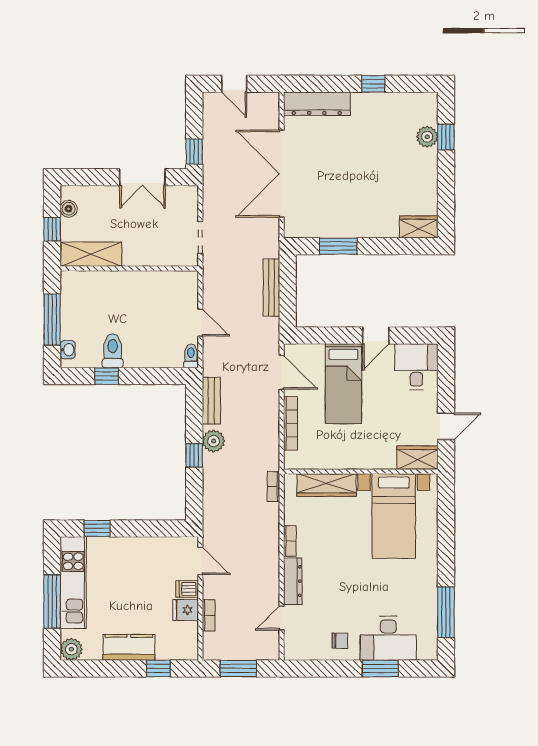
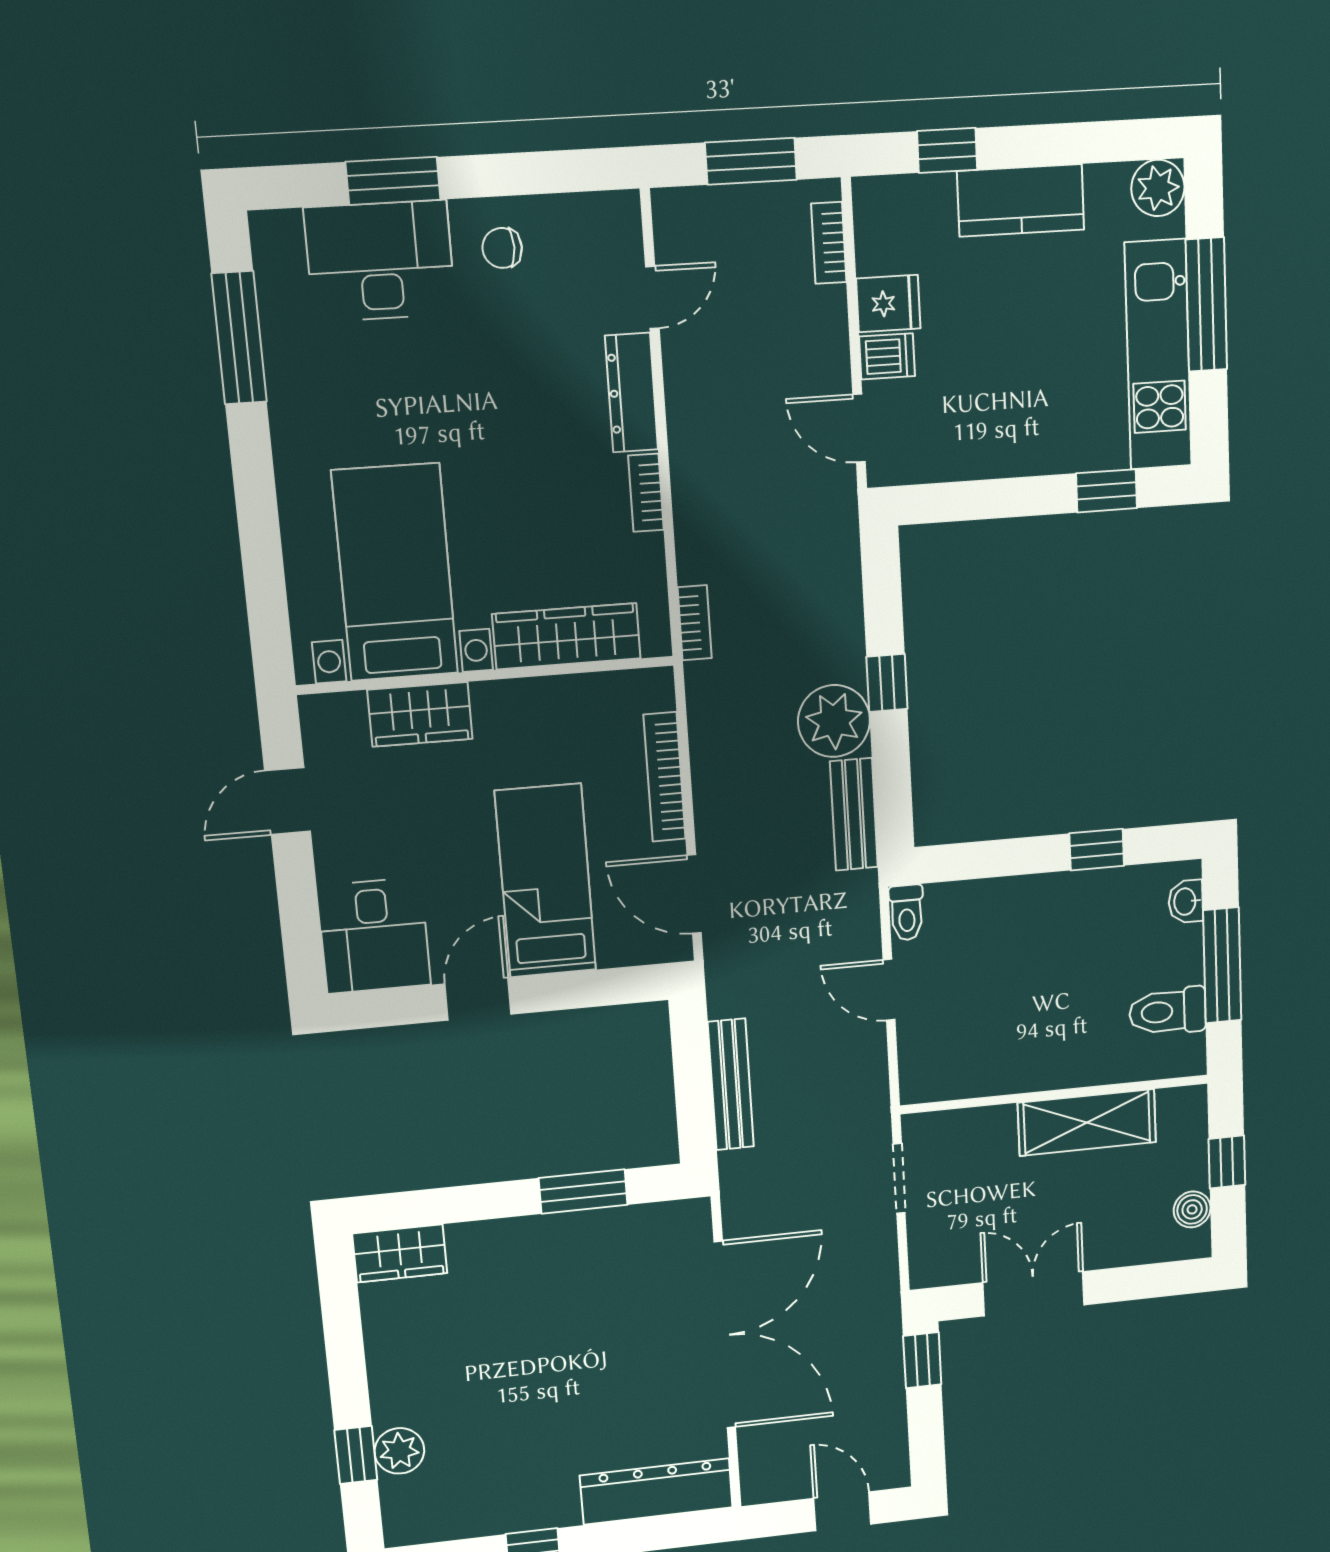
shelving: (91, 254) -> (1087, 1122), moved
toilet: (113, 351) -> (1168, 1011), moved, turned 90
plant: (214, 441) -> (834, 721), width x1.36, depth x1.36
wardrobe: (417, 458) -> (420, 714), moved
bookcase: (209, 615) -> (829, 243), moved

